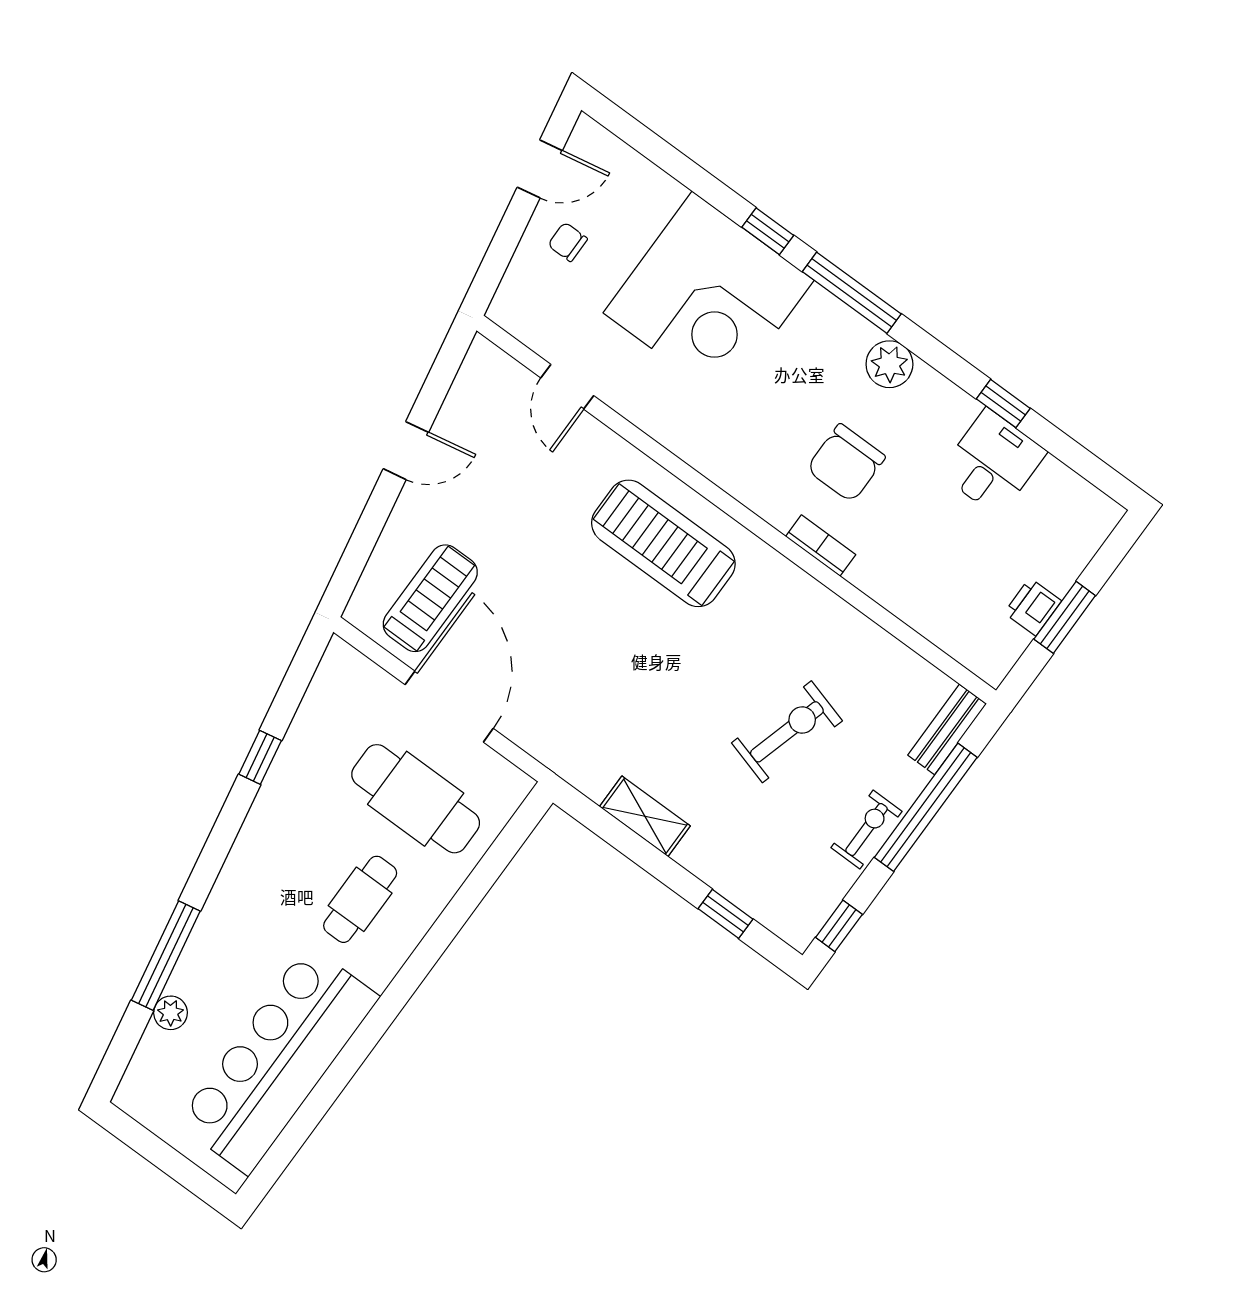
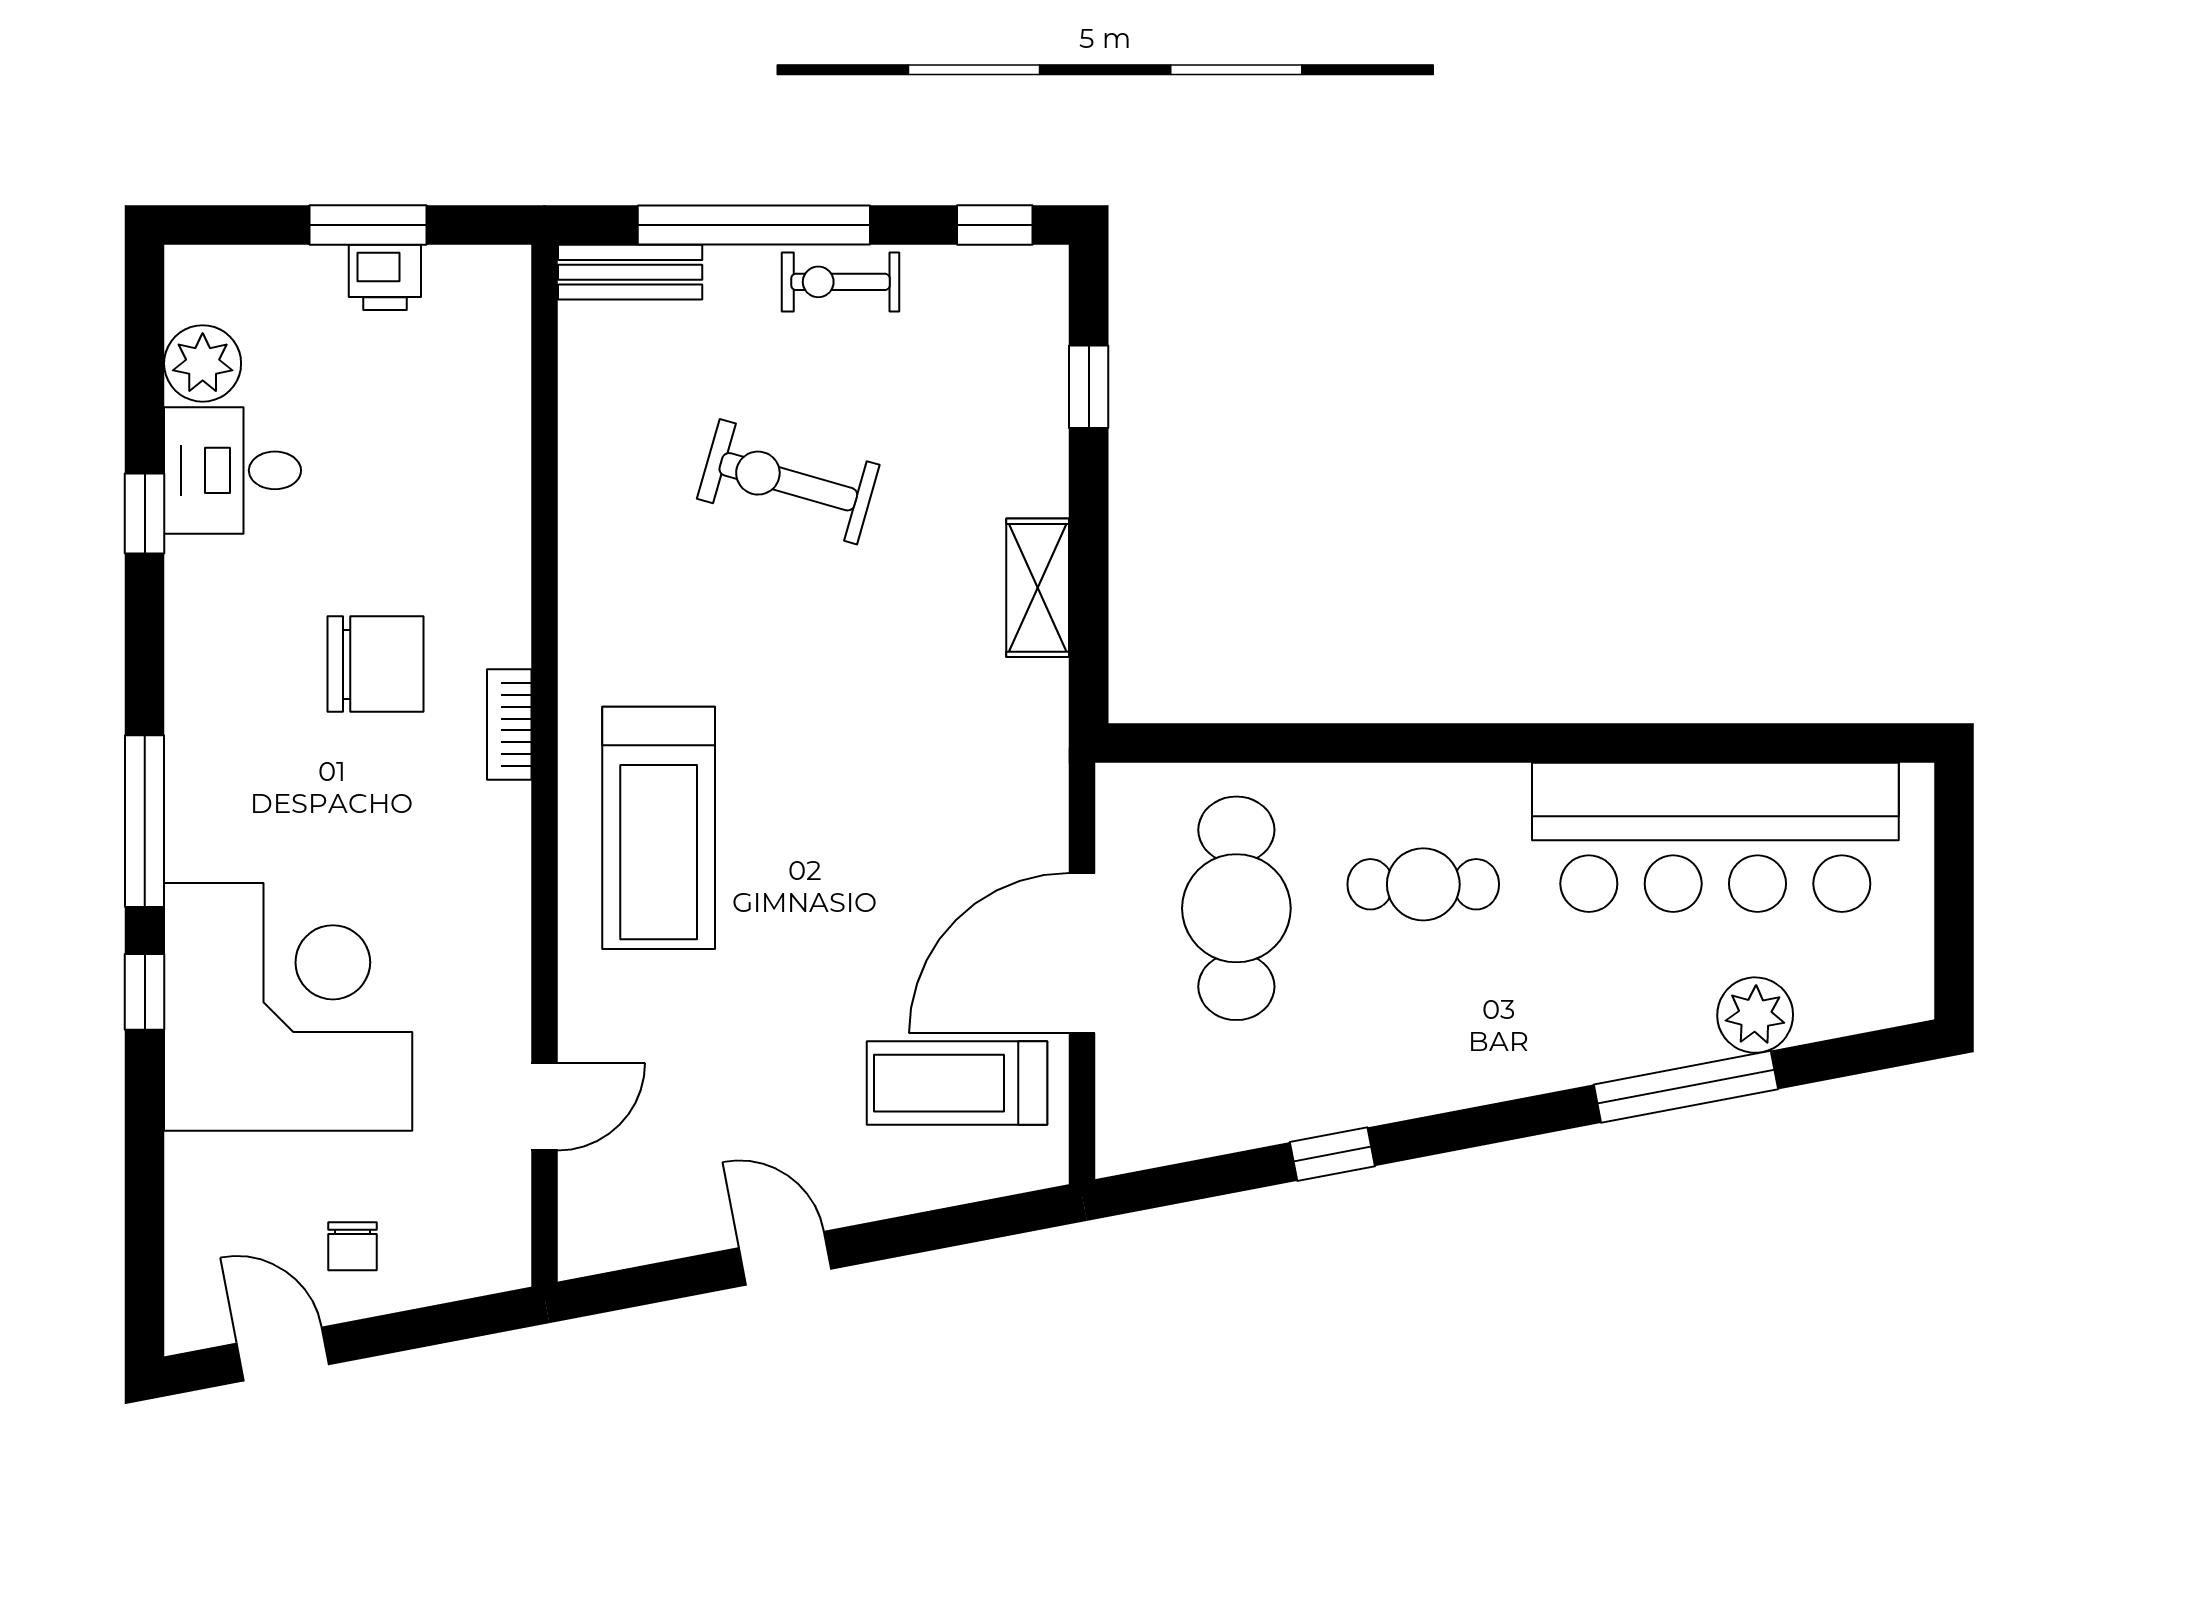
plant: (889, 364) -> (203, 363), moved
bookcase: (821, 546) -> (509, 724), moved
plant: (171, 1013) -> (1755, 1015), width x1.38, depth x1.38

